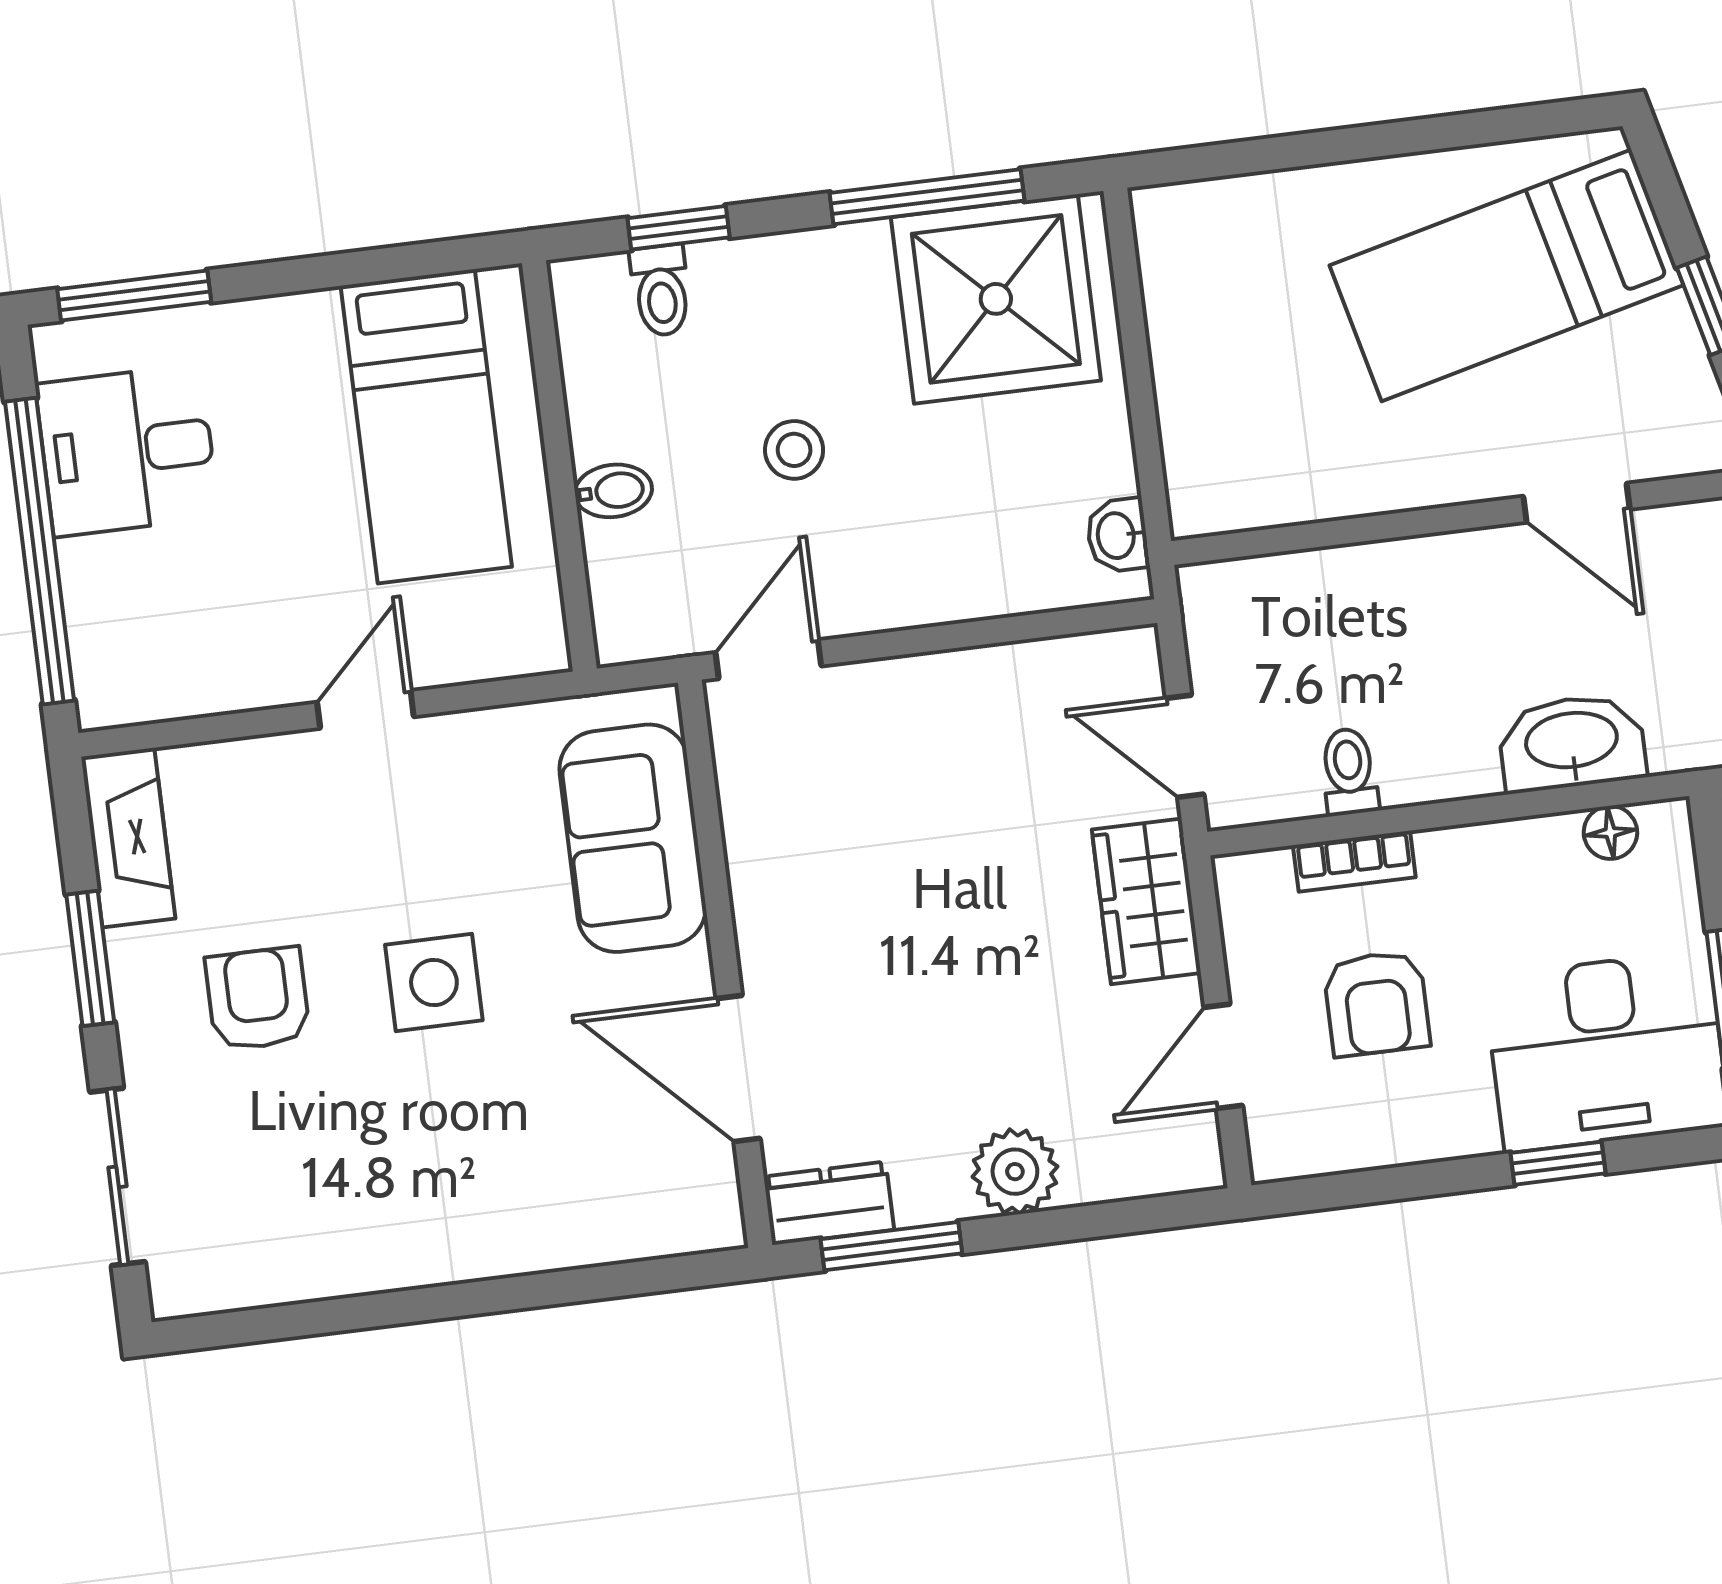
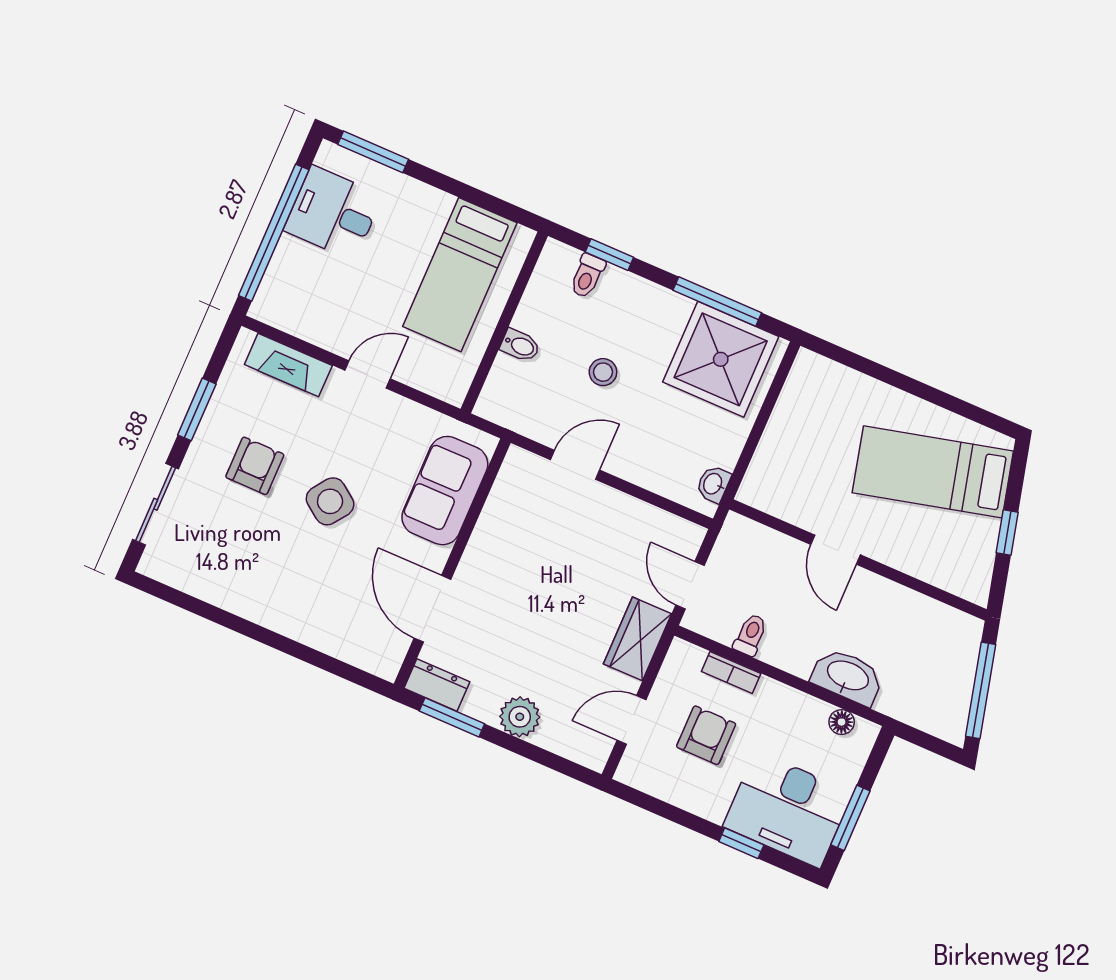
door: (1577, 503) -> (836, 550), moved
door: (768, 659) -> (575, 465), moved
fireplace: (128, 838) -> (288, 365), moved, turned 90
side table: (434, 982) -> (330, 501), turned 36
armchair: (1377, 1003) -> (706, 735), turned 180

